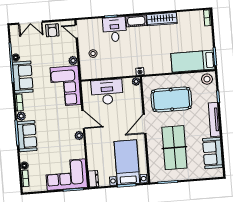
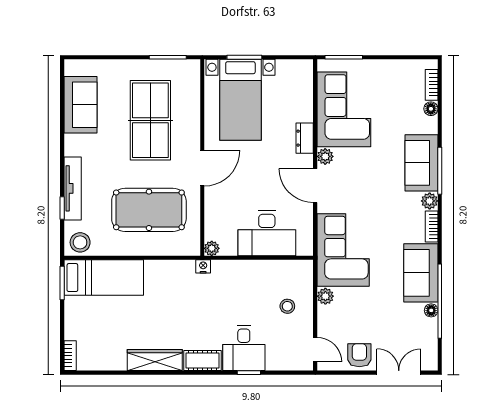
tv unit: (214, 120) -> (73, 188), moved
corner sofa: (66, 175) -> (344, 109), moved, turned -90
dresser: (94, 179) -> (305, 138), moved

